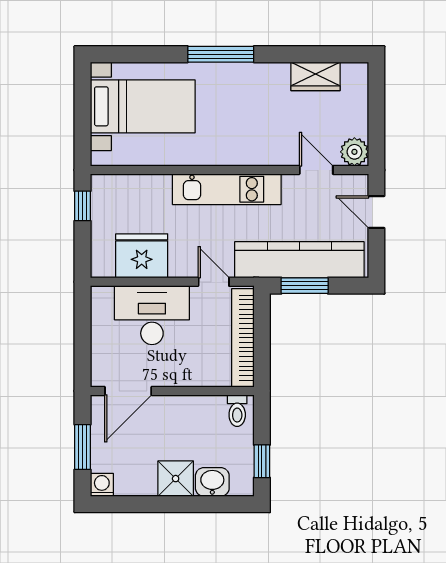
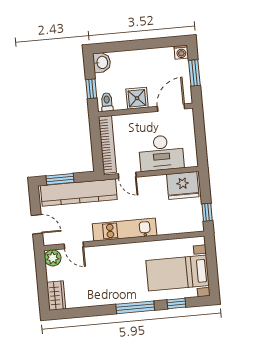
window: (149, 54) -> (176, 304), added
wardrobe: (316, 76) -> (56, 296), moved, turned 90
fridge: (142, 256) -> (183, 185), moved
window: (305, 286) -> (60, 179), moved
window: (262, 461) -> (91, 89), moved
shower: (176, 479) -> (137, 98), moved
washbasin: (212, 482) -> (102, 62), moved, turned -90

